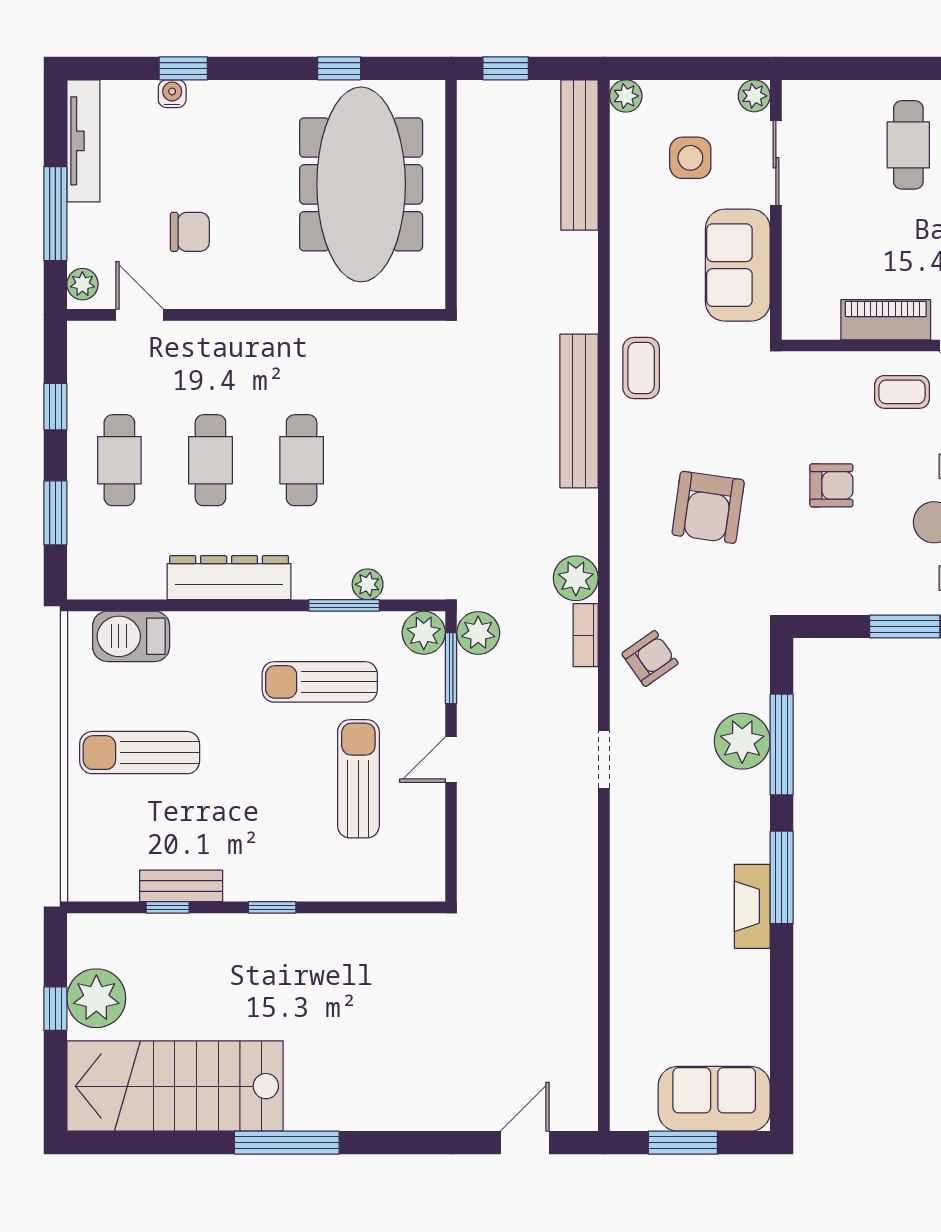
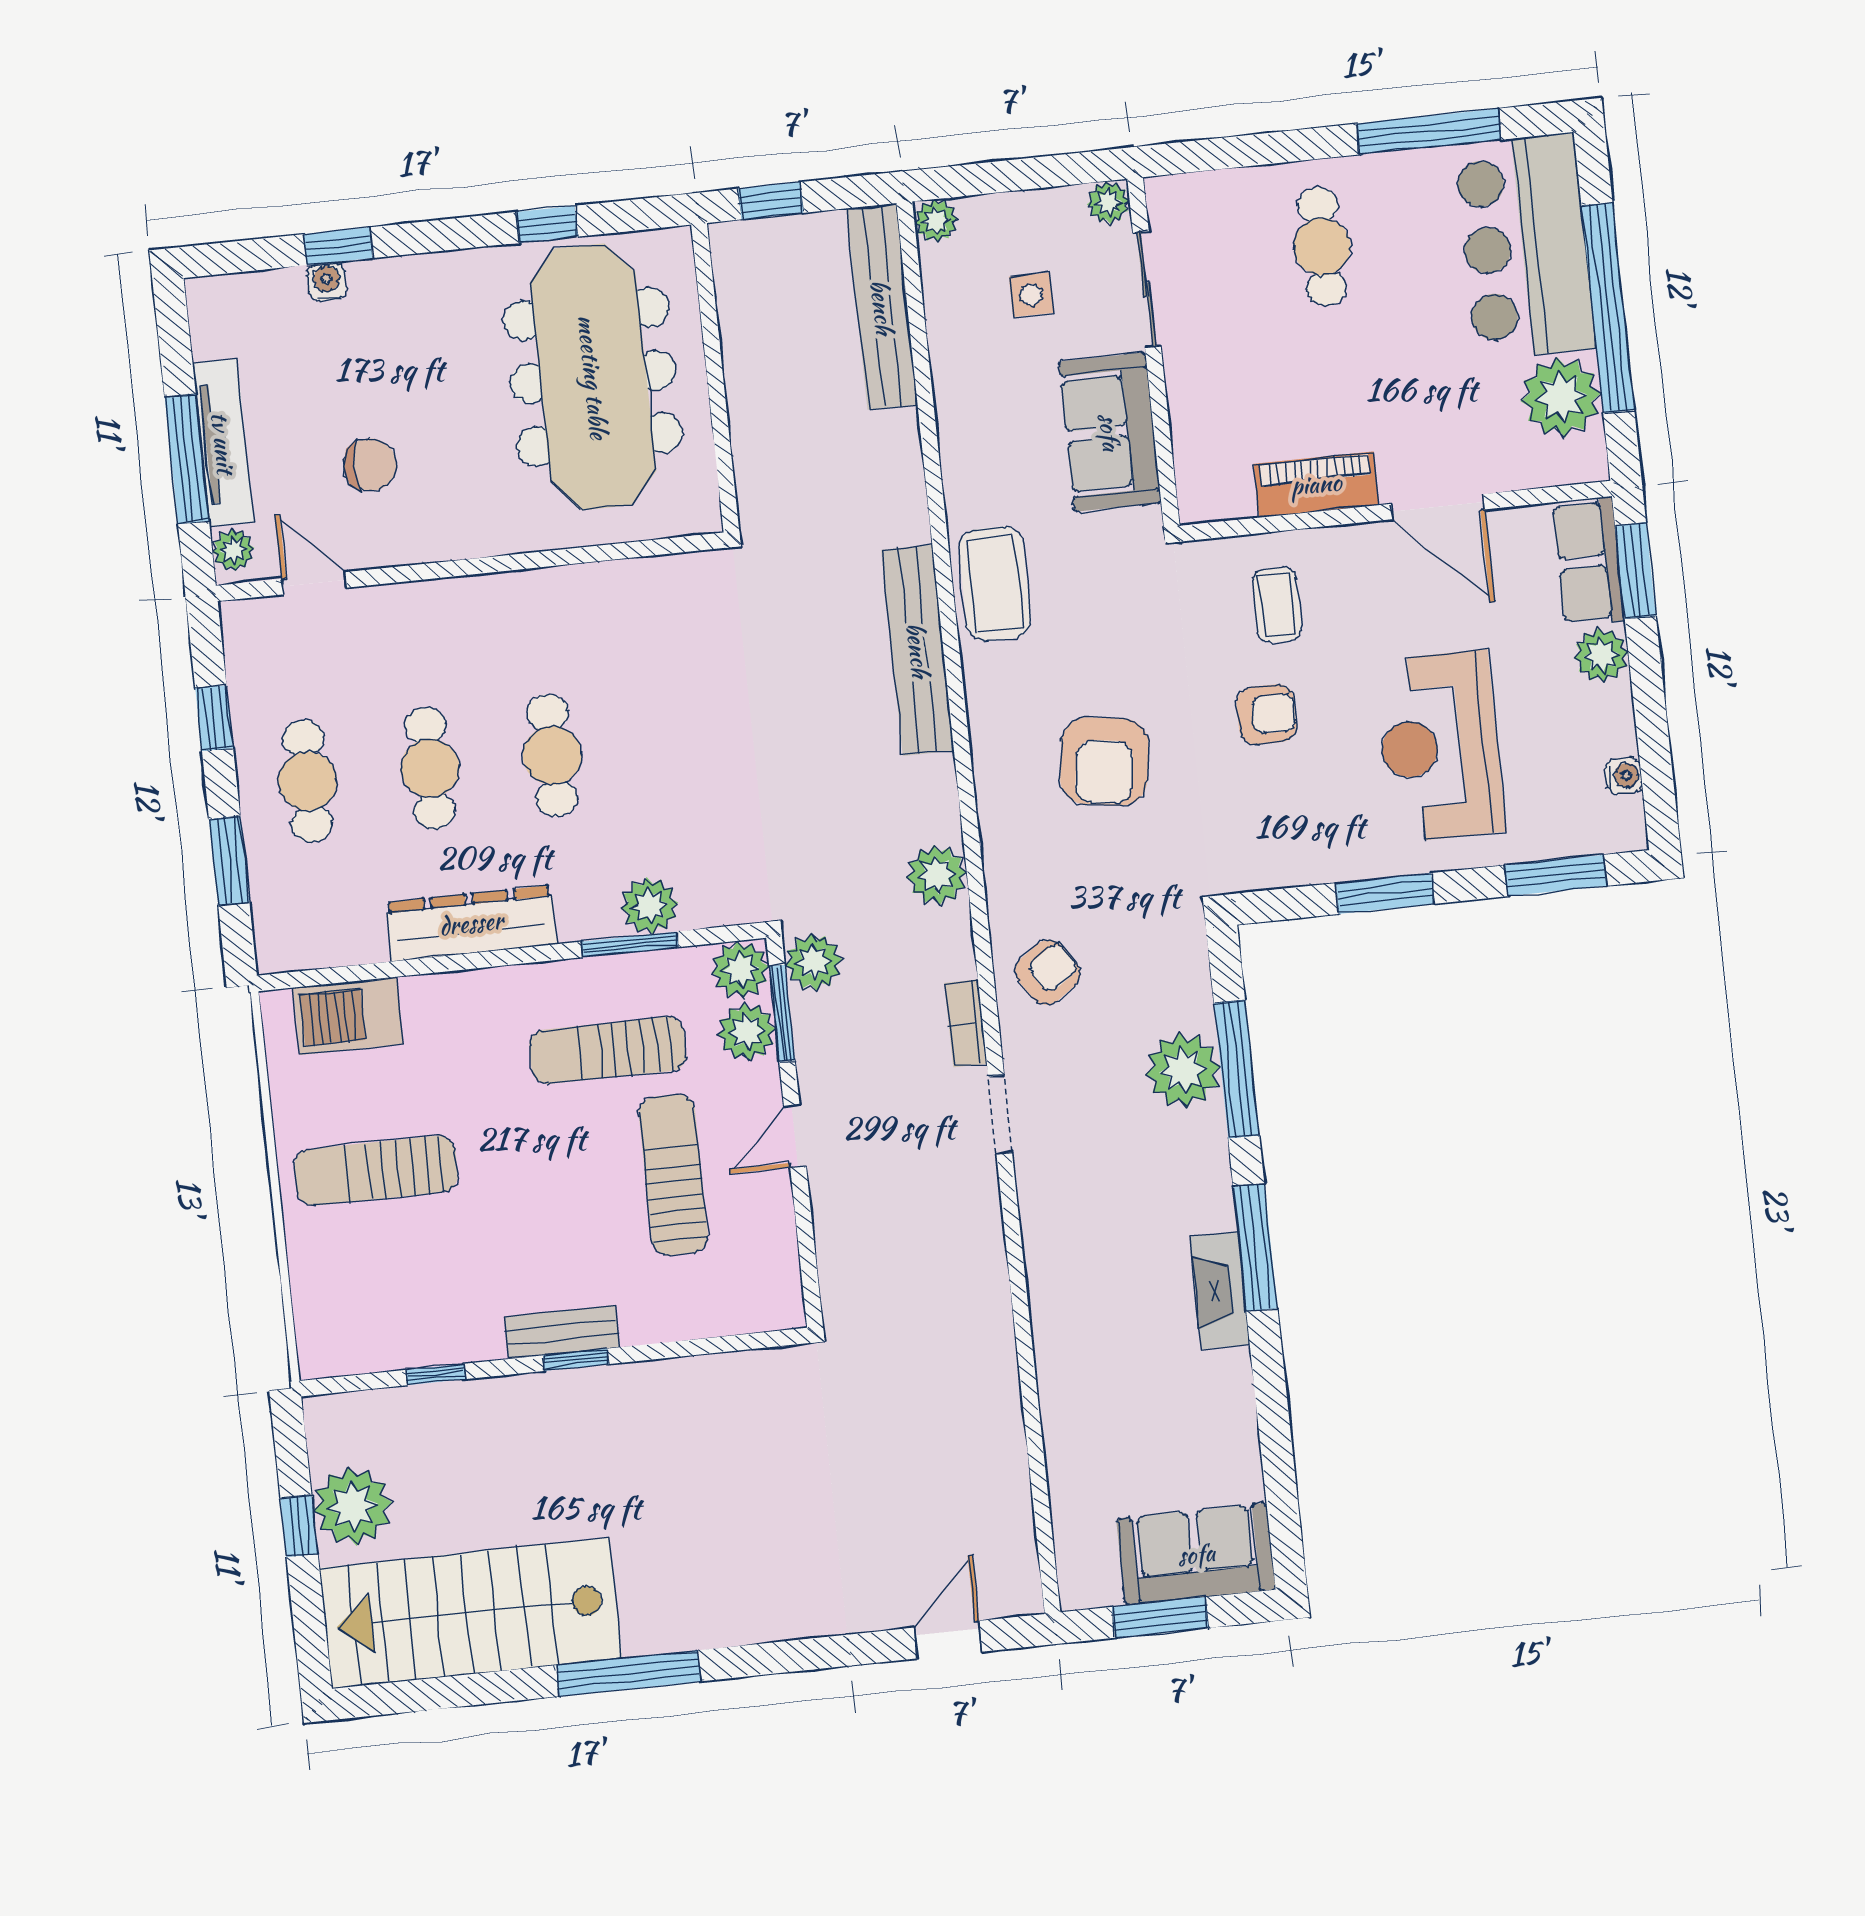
tv unit: (83, 141) -> (223, 443), moved
side table: (690, 158) -> (1031, 295), width x0.73, depth x0.73
coffee table: (641, 368) -> (995, 584), width x1.36, depth x1.30
coffee table: (902, 392) -> (1277, 605), moved, turned 90
plant: (368, 584) -> (650, 906), width x1.38, depth x1.38
bookcase: (586, 635) -> (966, 1023), moved
plant: (424, 679) -> (747, 1032), added
bench: (181, 886) -> (562, 1332), moved

